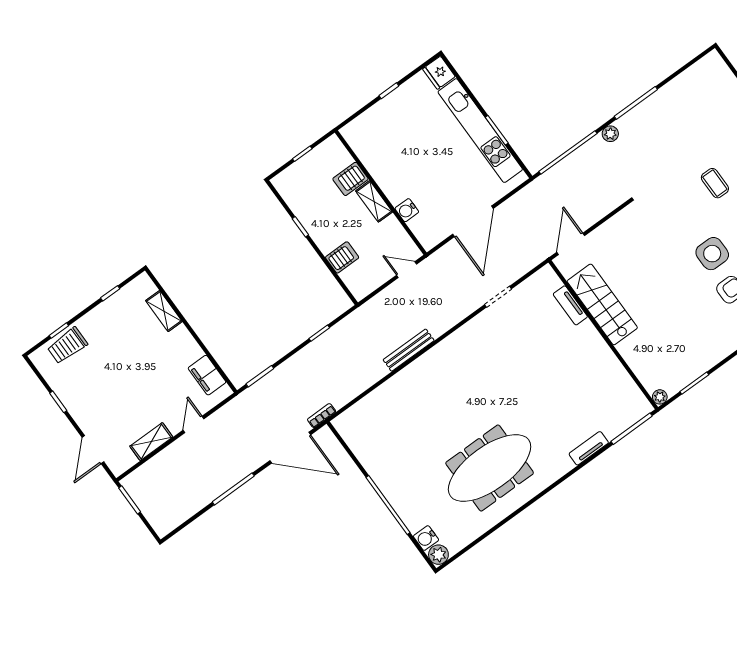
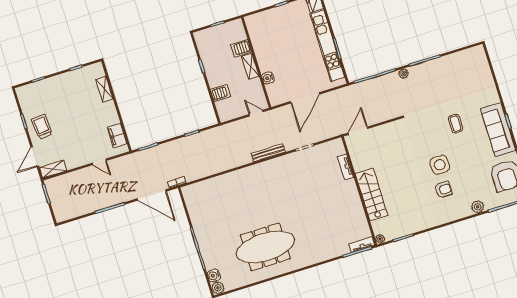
stairs: (602, 304) -> (371, 194), moved
trolley: (67, 345) -> (42, 127), moved, turned 85
bench: (409, 350) -> (268, 153), moved
door: (194, 424) -> (99, 162), swing flipped
shelving: (151, 442) -> (53, 169), moved
tv unit: (589, 448) -> (362, 245), moved

